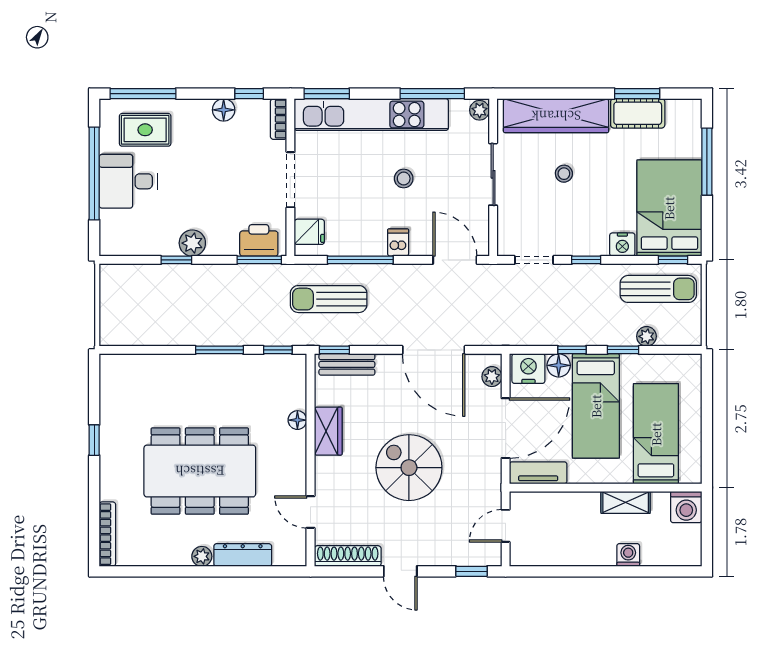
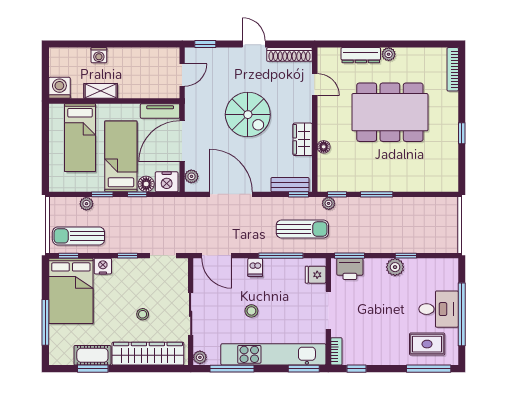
floor lamp: (224, 110) -> (374, 358), removed
plant: (290, 337) -> (329, 203), added

